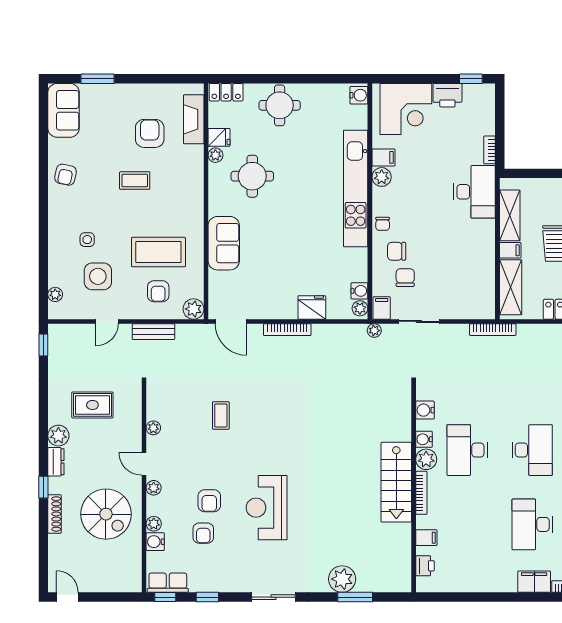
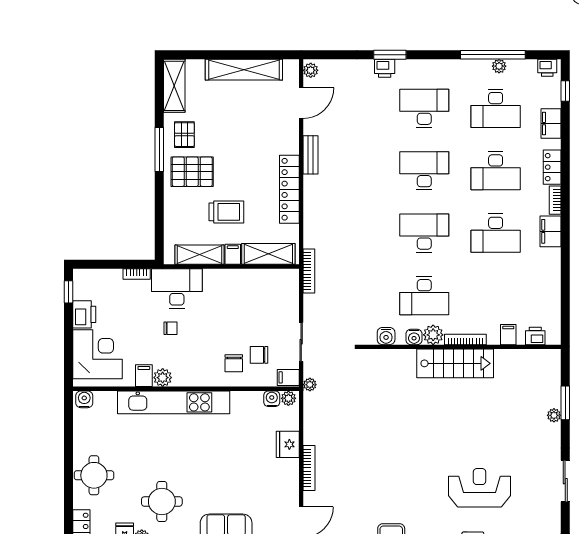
chair: (383, 224) -> (170, 328), moved
reception desk: (267, 508) -> (480, 488), turned 180
plant: (342, 579) -> (554, 415), width x0.53, depth x0.53

